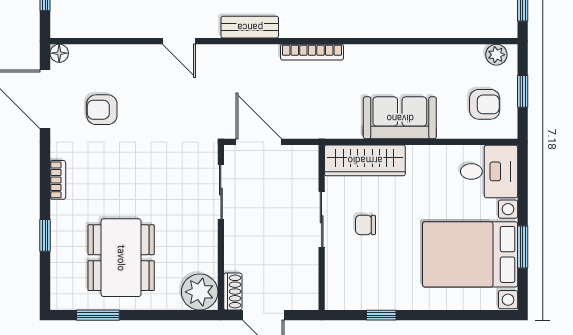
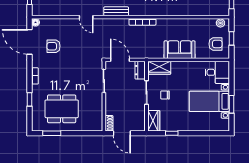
wardrobe: (365, 160) -> (159, 68), width x0.67
dresser: (307, 166) -> (140, 70), added
bed with nightstands: (470, 254) -> (209, 101), width x0.73
dining table: (121, 258) -> (62, 109), turned 90
wardrobe: (339, 286) -> (154, 121), added
plant: (200, 292) -> (95, 123), removed

